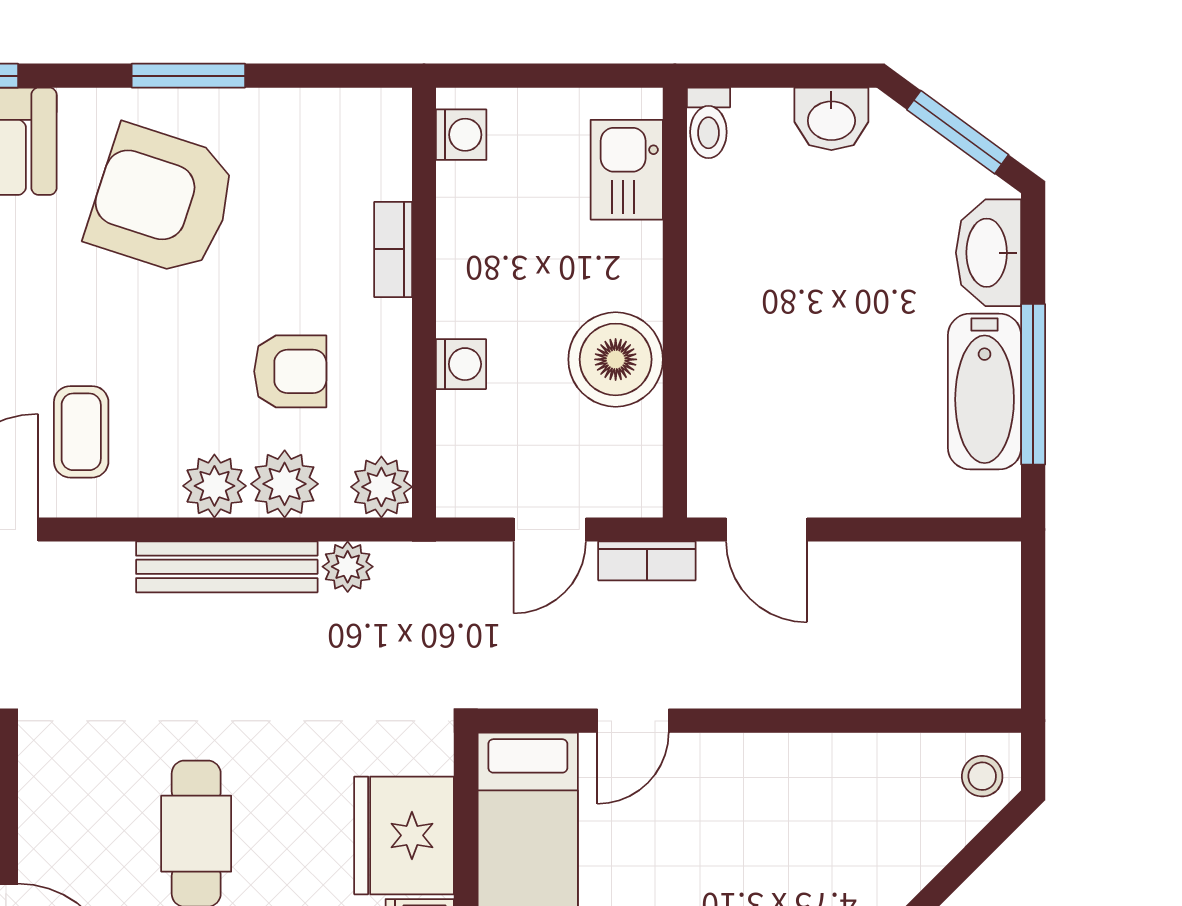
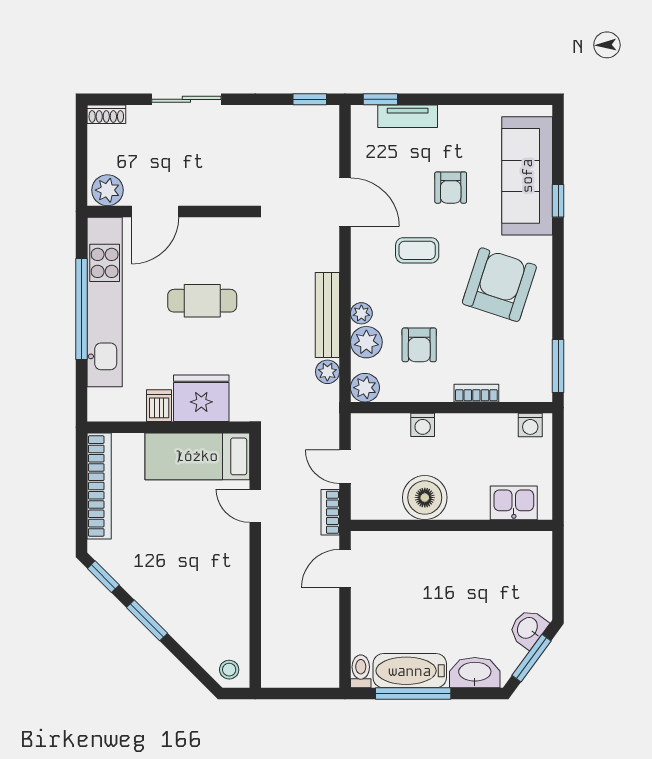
window: (188, 76) -> (558, 366), moved
washbasin: (831, 119) -> (528, 628), moved, turned 36
toilet: (708, 123) -> (361, 671), moved, turned 90
coffee table: (81, 432) -> (417, 250), moved
plant: (214, 486) -> (361, 313), width x0.73, depth x0.73

